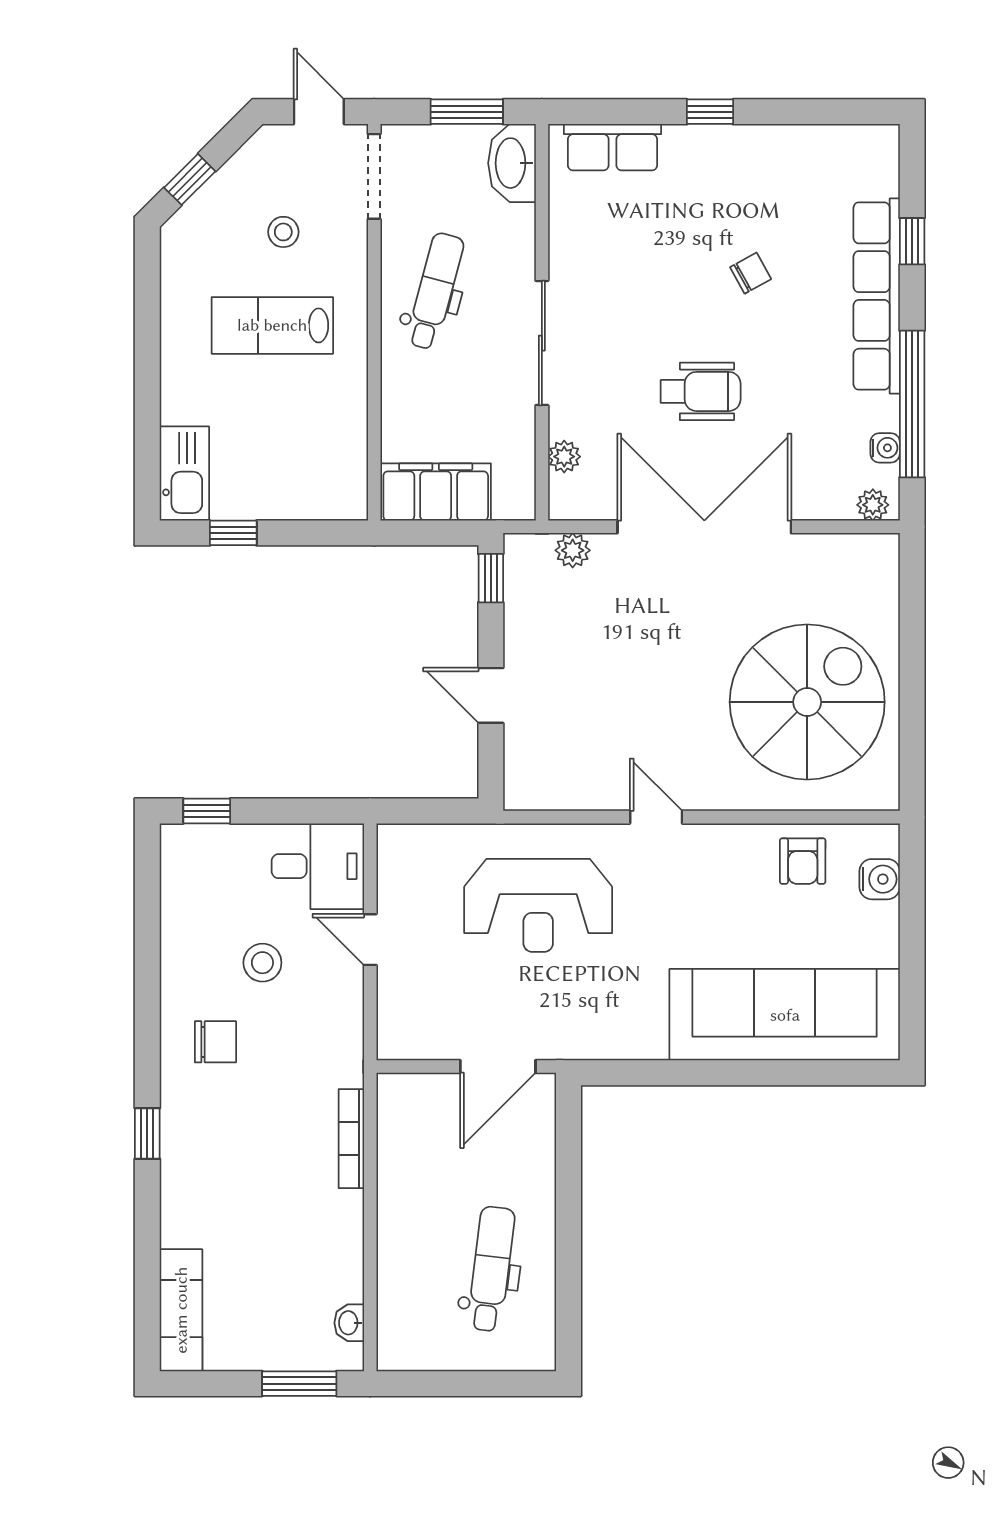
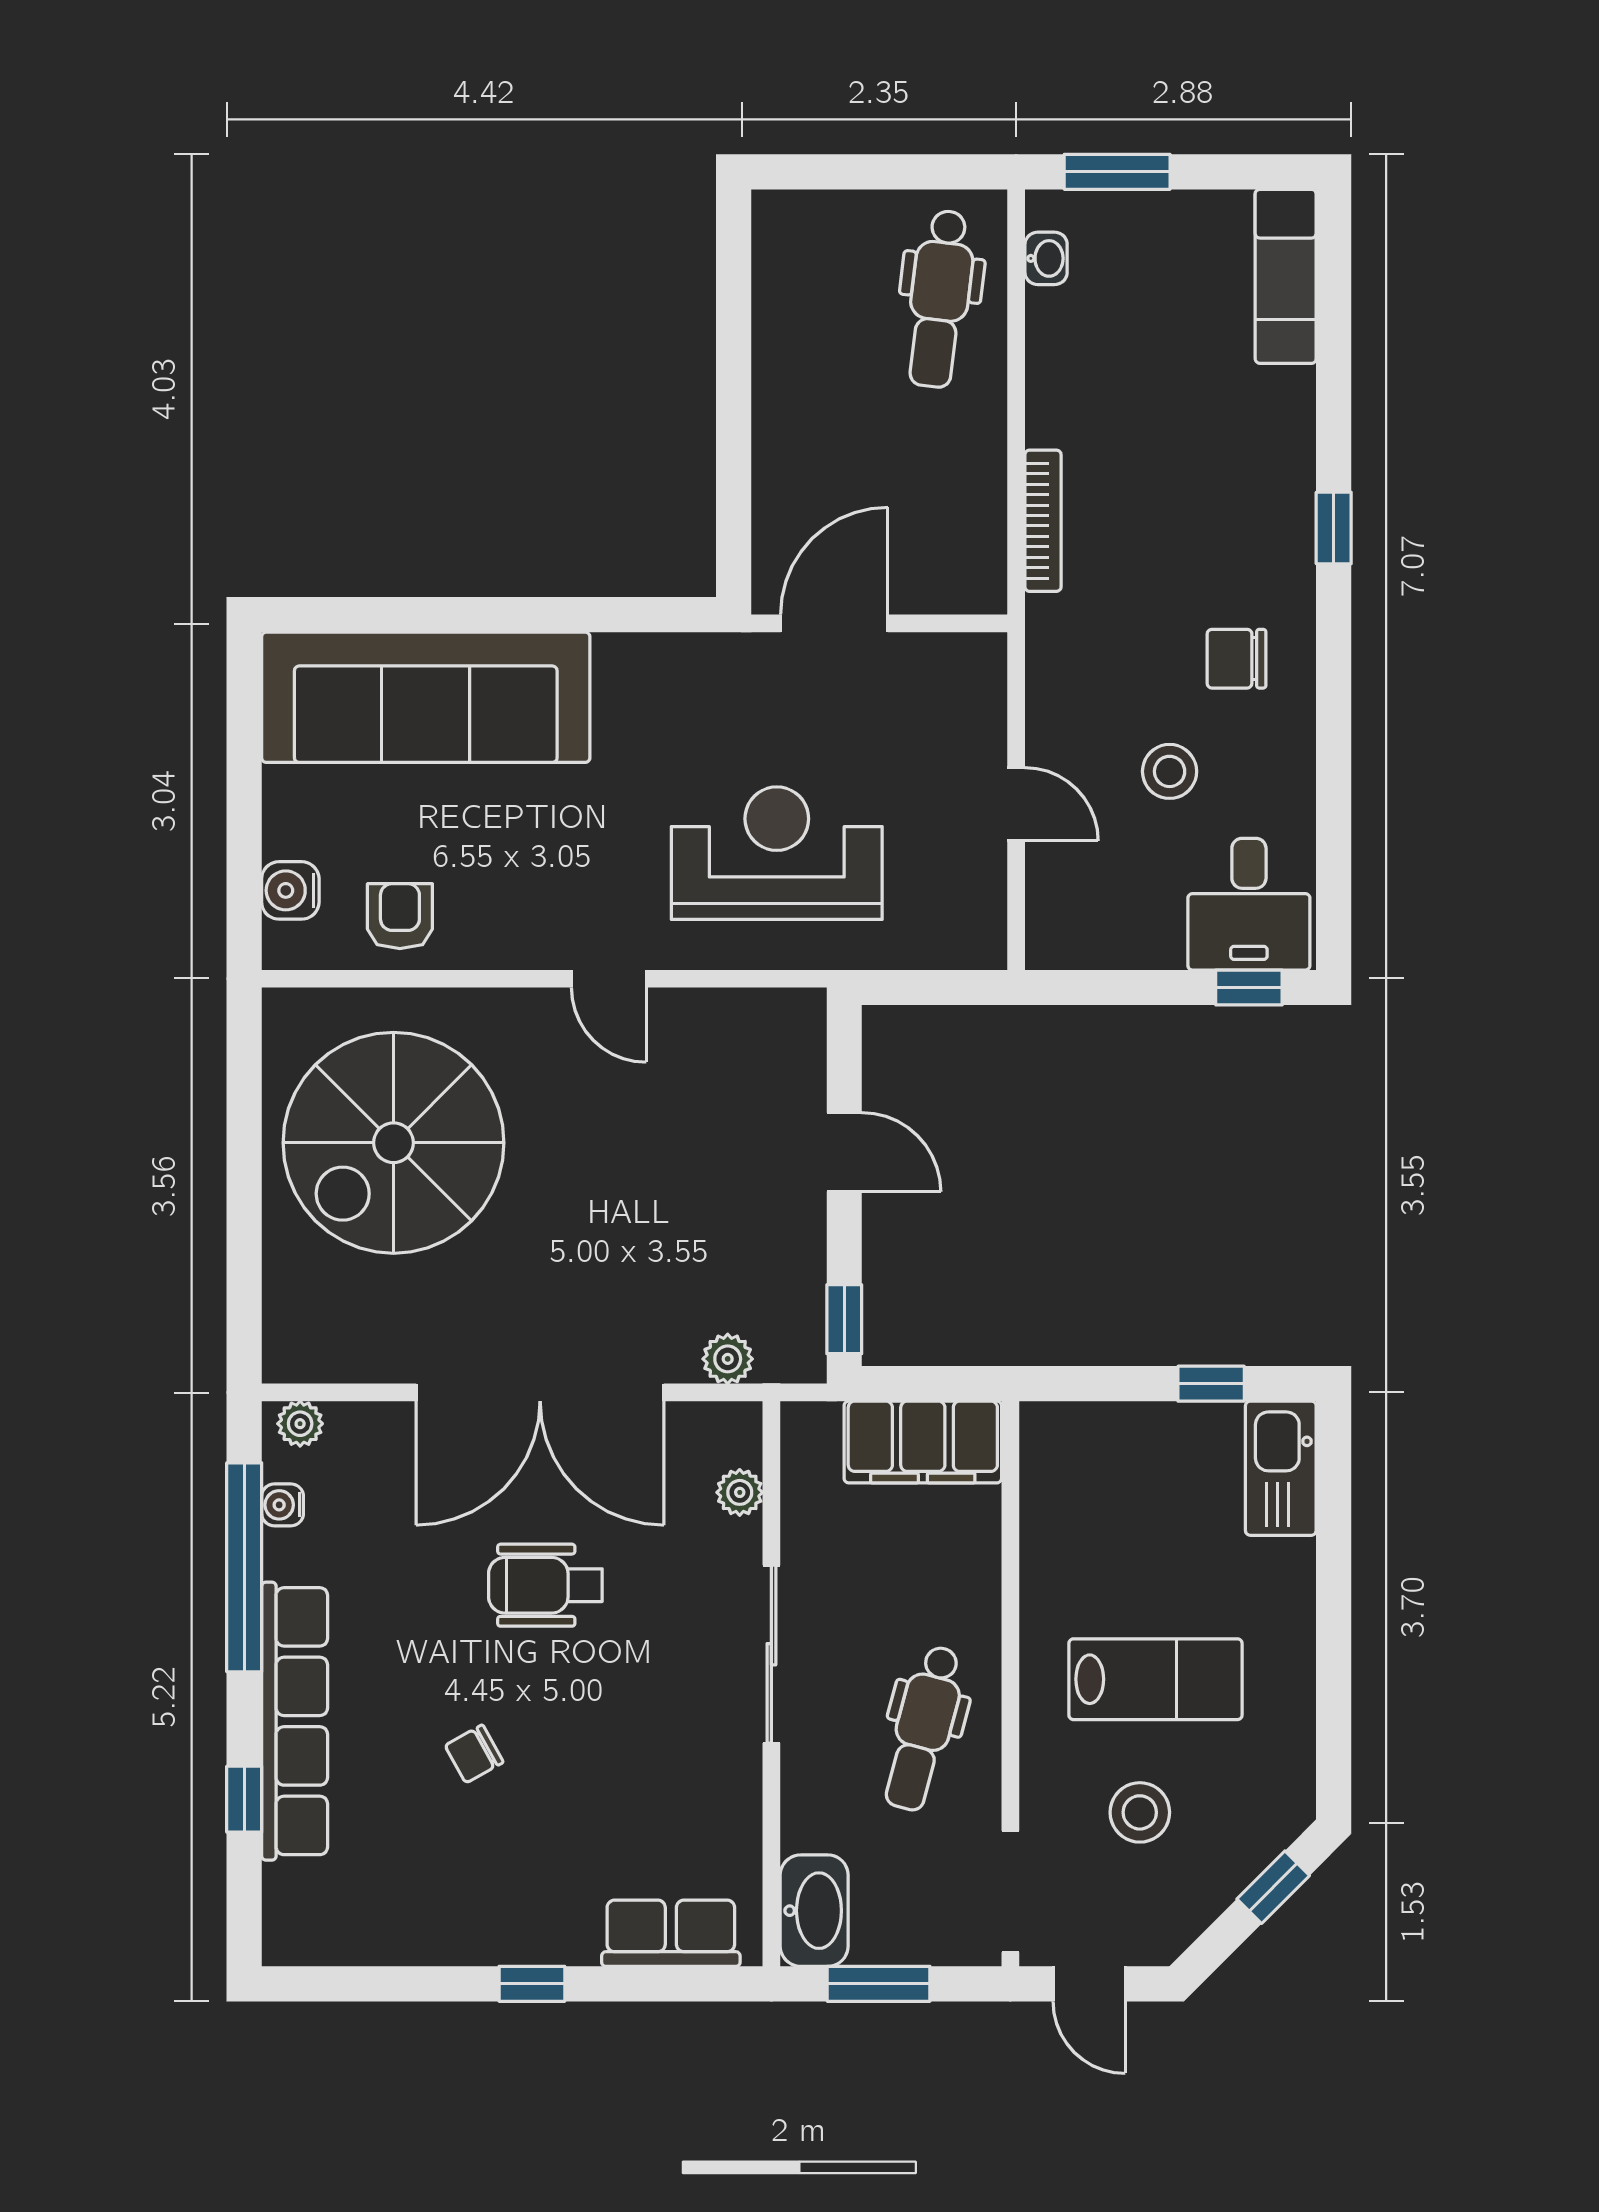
stool: (283, 232) -> (1140, 1812), width x1.37, depth x1.37
desk: (318, 866) -> (1249, 904), moved, turned -90
dental chair: (491, 1269) -> (940, 299), moved

